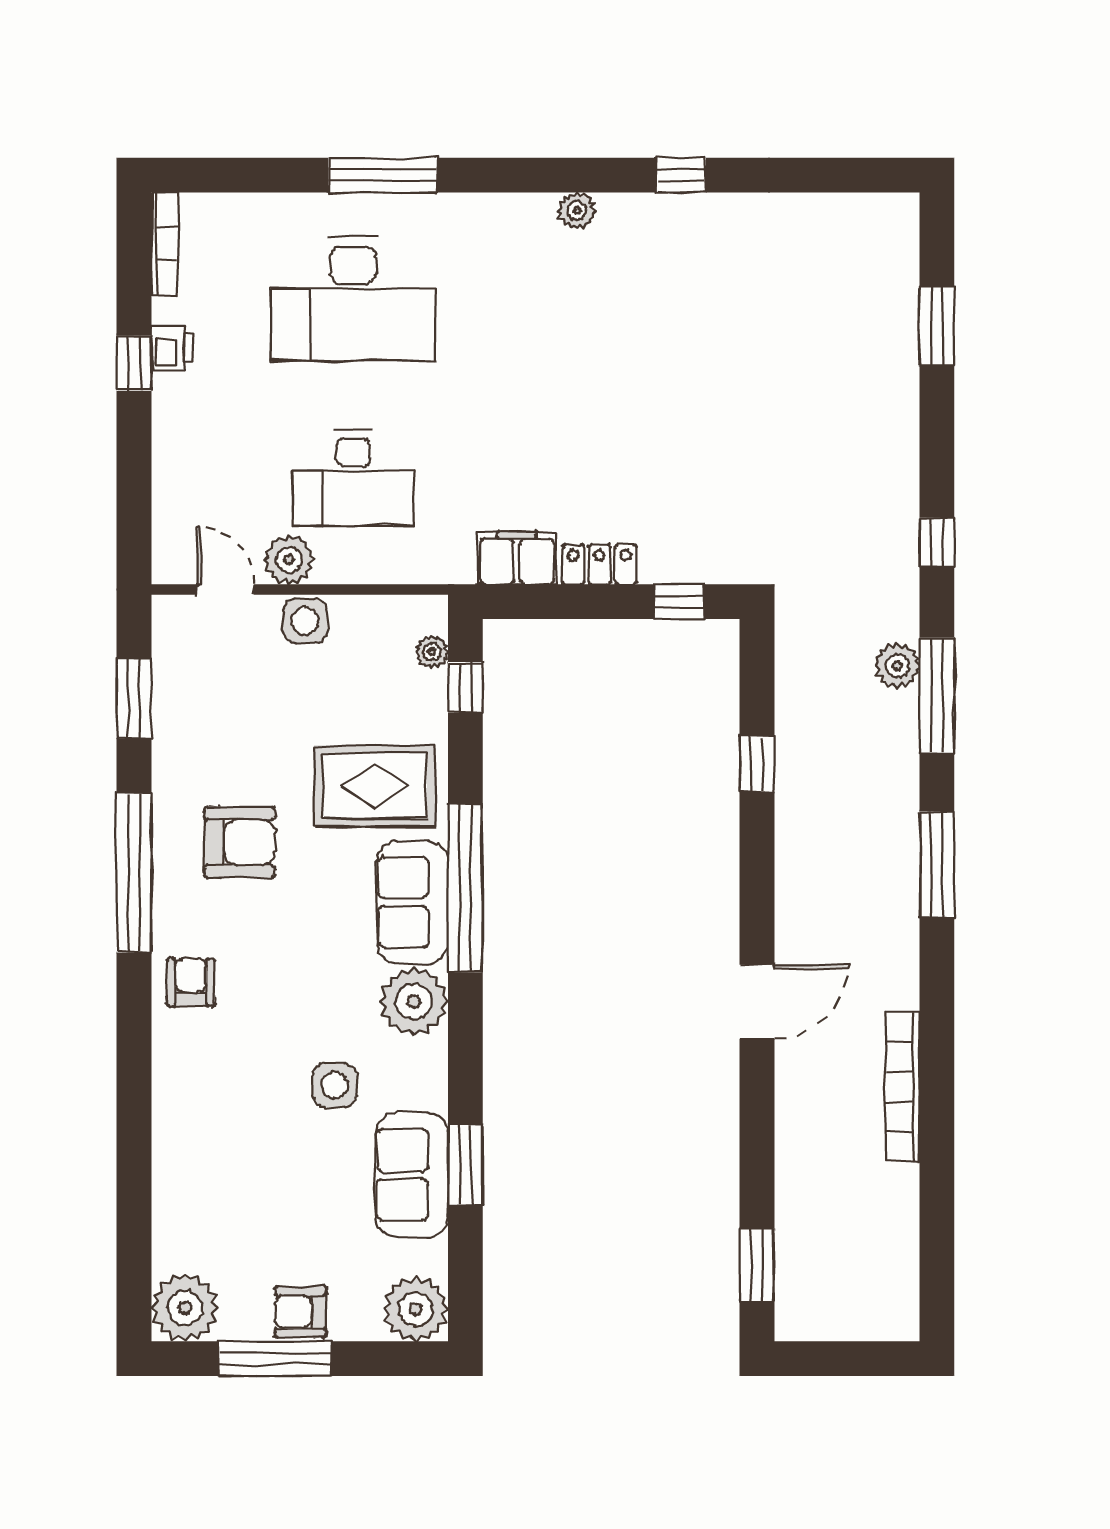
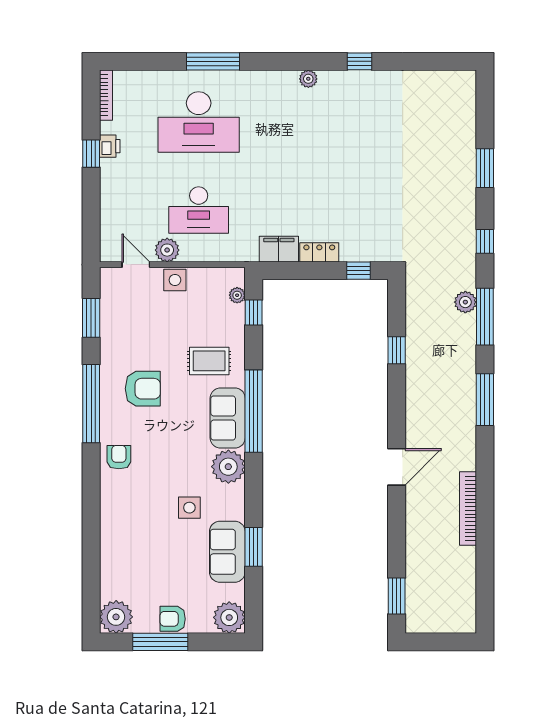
window: (937, 326) -> (485, 168), moved
rug: (375, 786) -> (209, 361), width x0.73, depth x0.70

